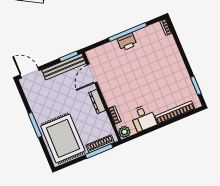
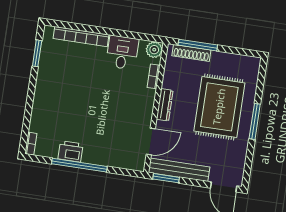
printer: (127, 42) -> (71, 151), moved
rug: (63, 138) -> (219, 107), moved

